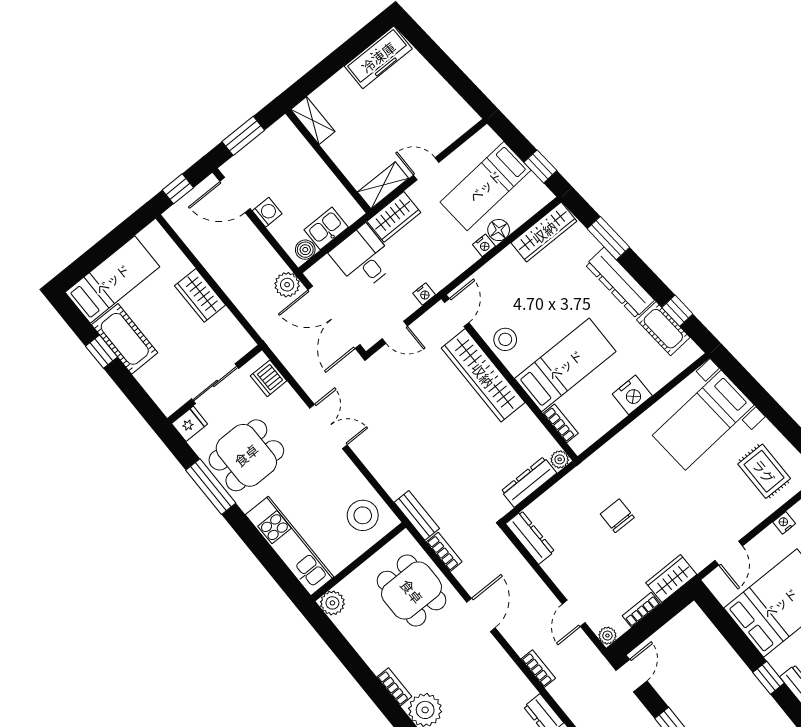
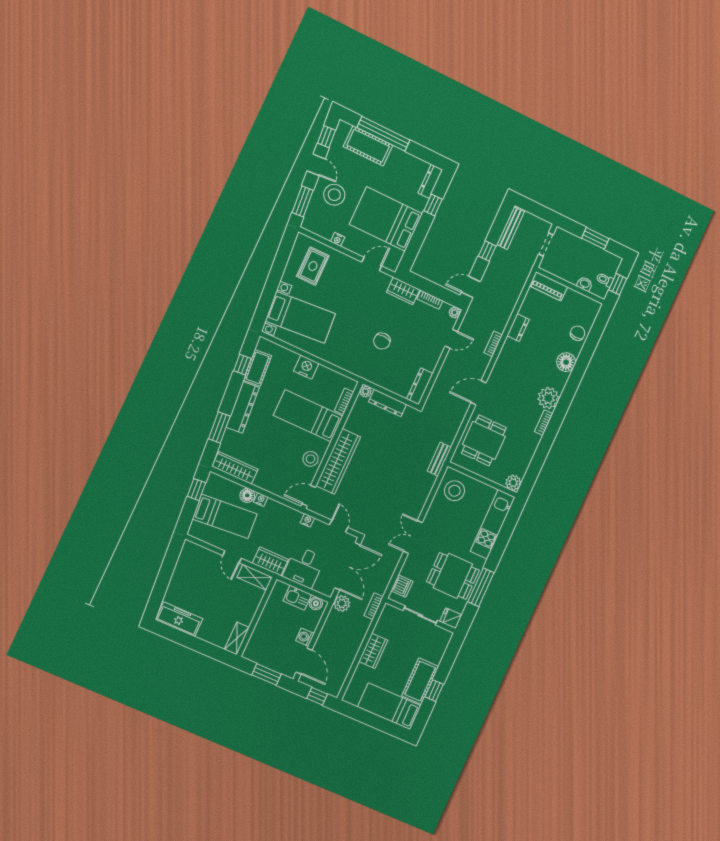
bookcase: (444, 552) -> (374, 606), moved

